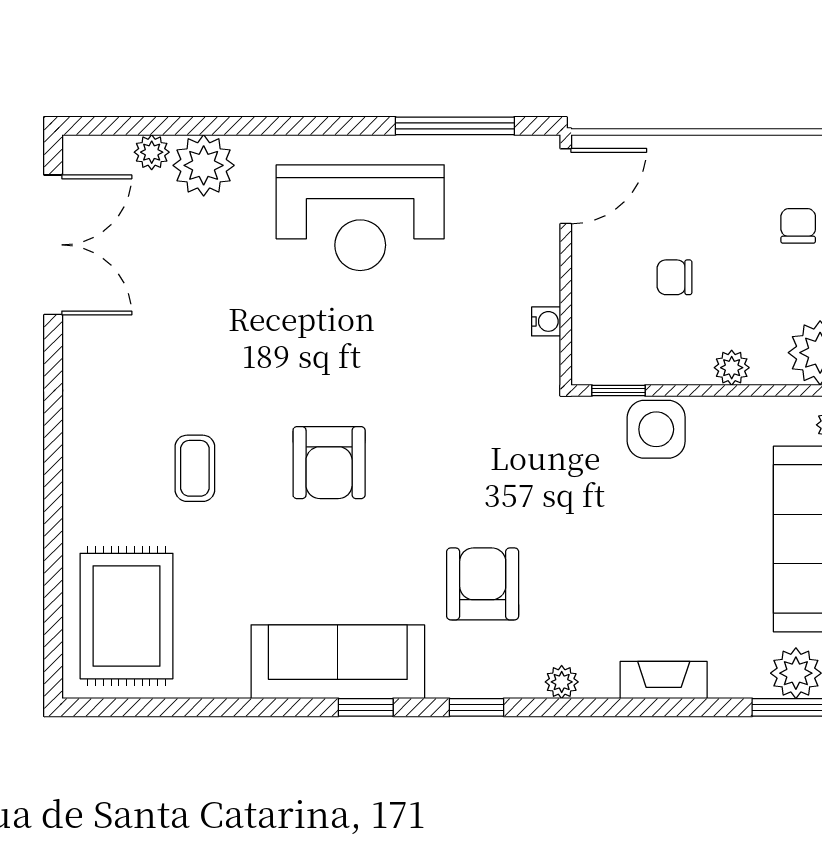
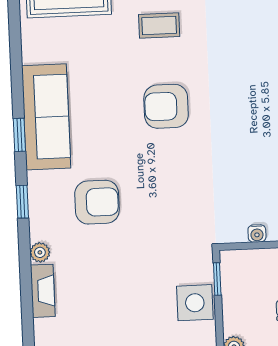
fireplace: (664, 680) -> (43, 291), moved

